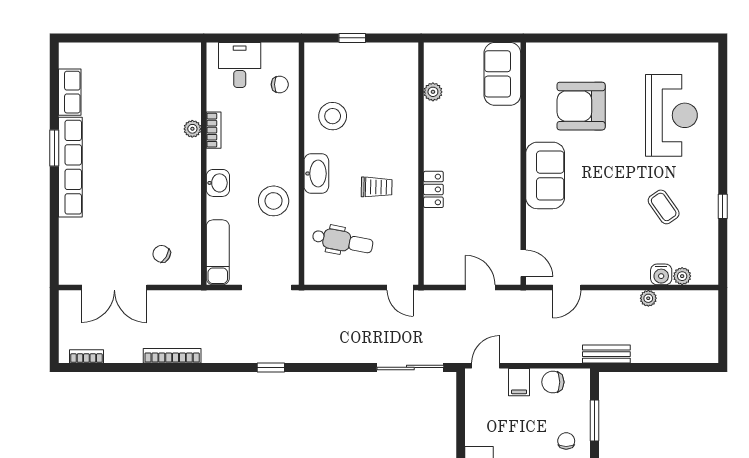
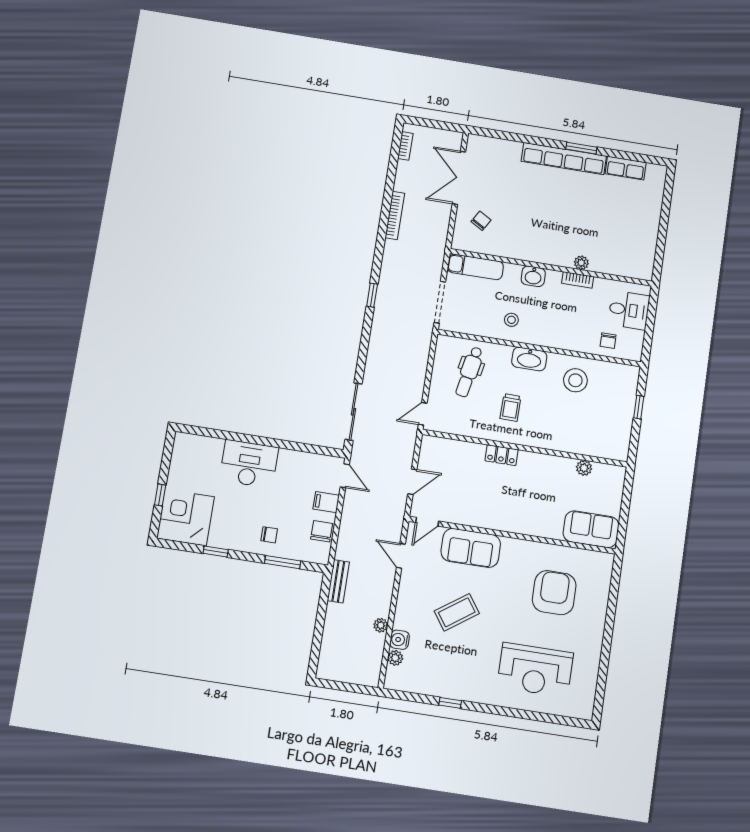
sofa: (545, 175) -> (471, 548), moved
stool: (274, 201) -> (511, 320), width x0.53, depth x0.53
coffee table: (664, 207) -> (457, 612), moved, width x1.36, depth x1.30

